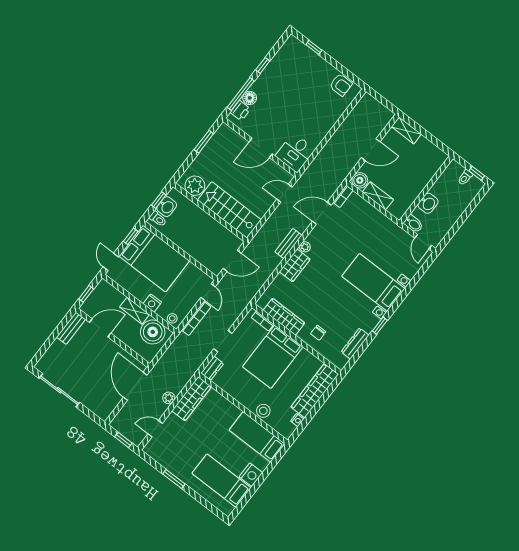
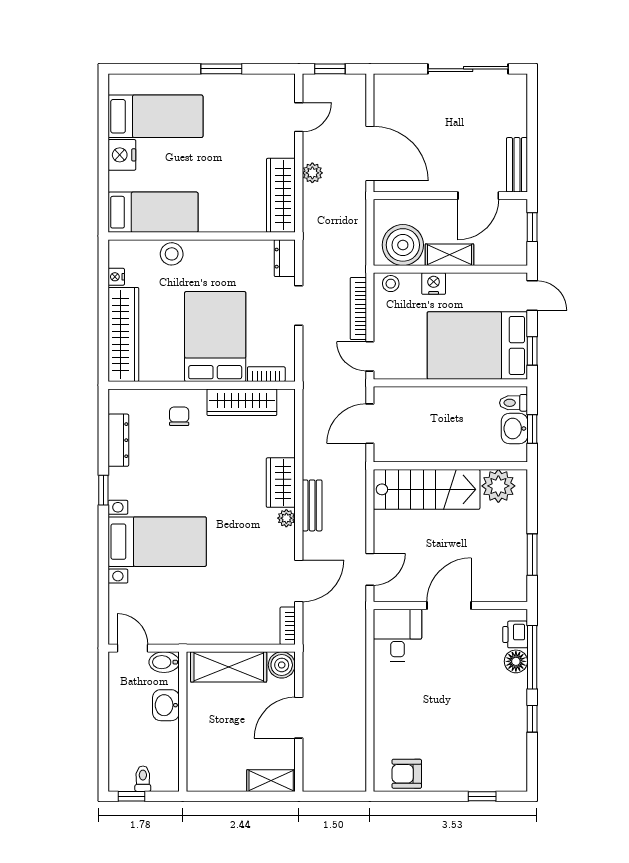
shelving: (378, 196) -> (229, 667), width x1.50, depth x1.33

